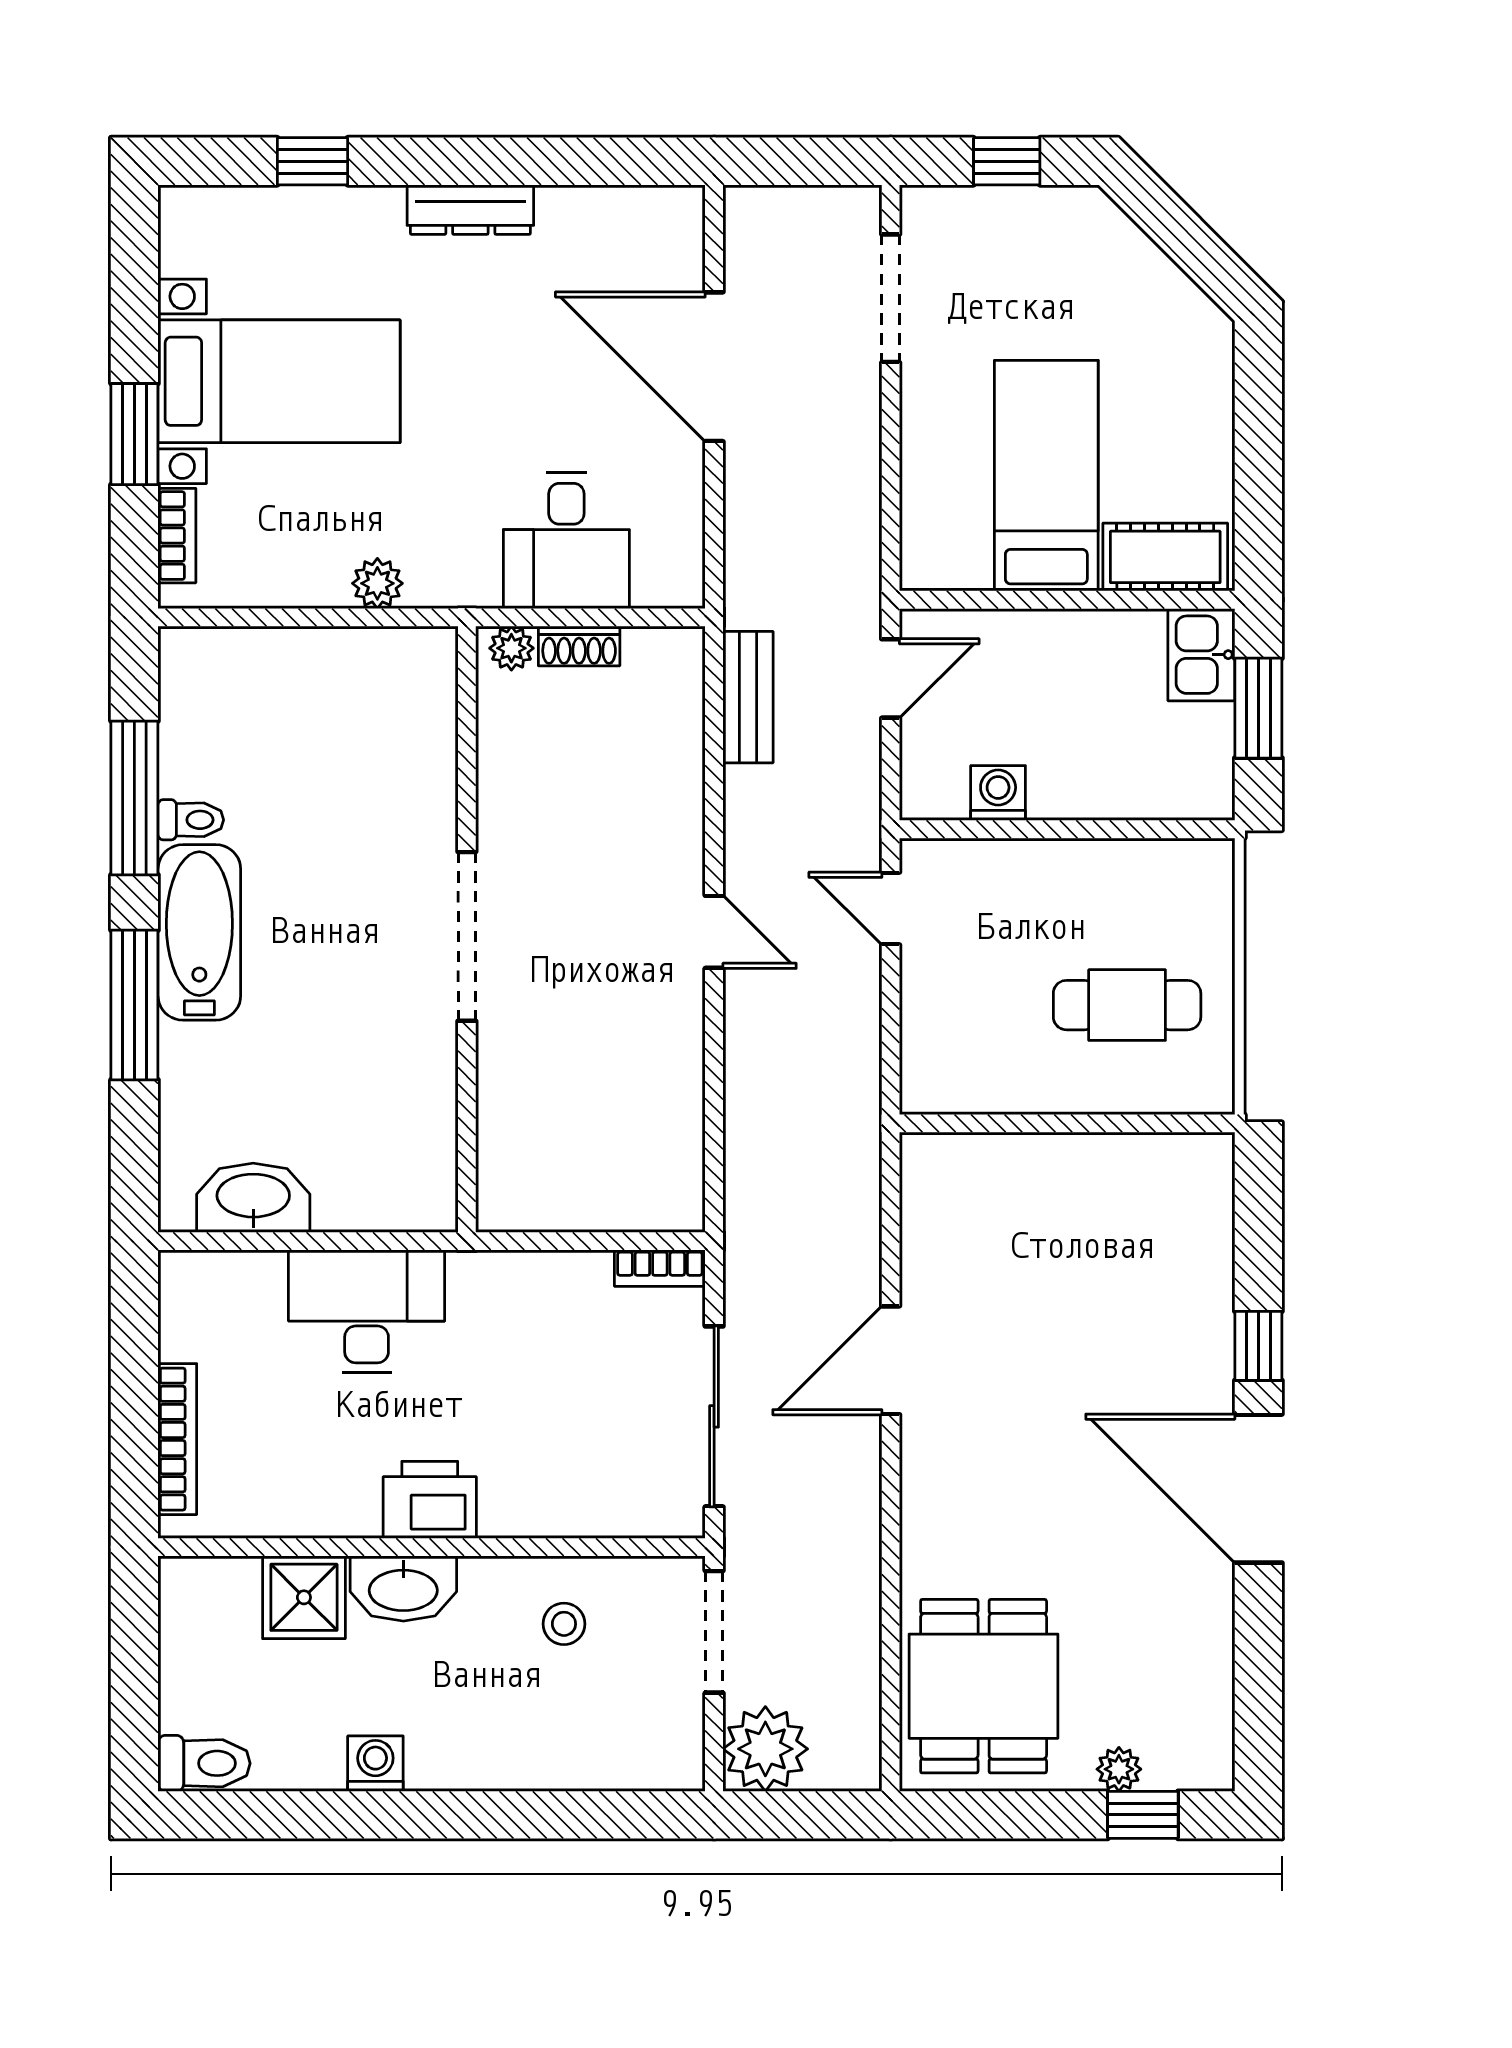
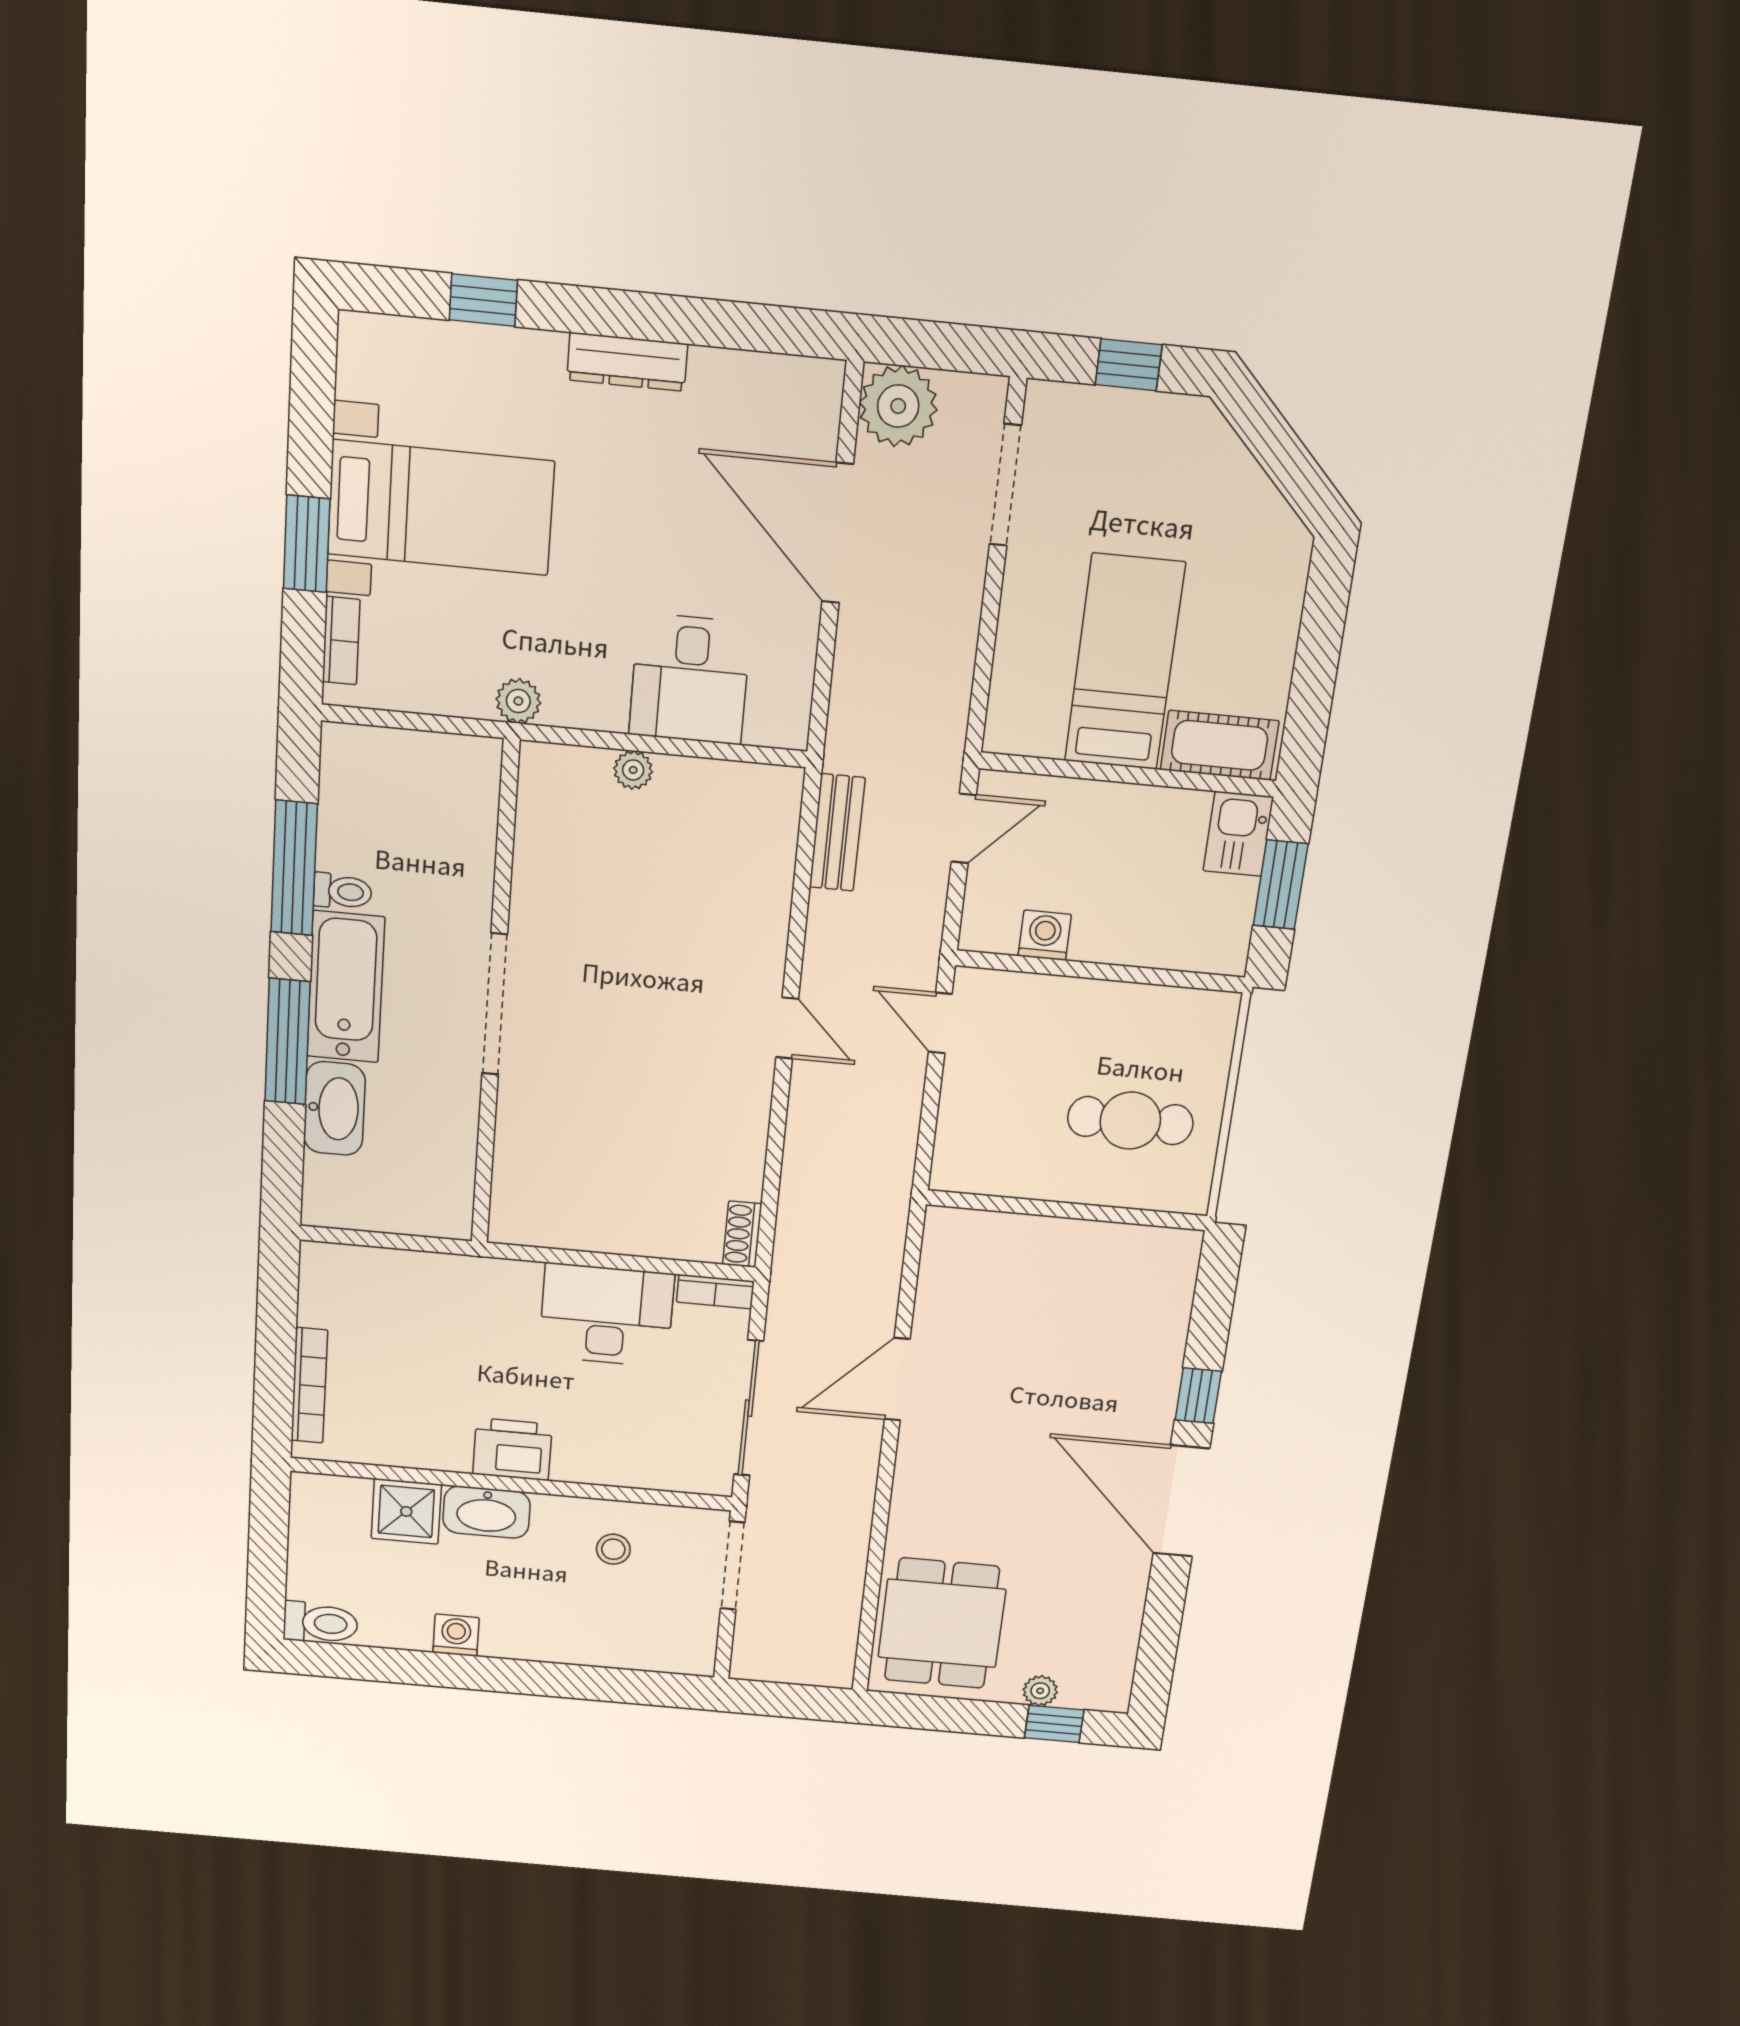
shoe rack: (579, 646) -> (742, 1234), moved, turned 90
wall: (467, 929) -> (495, 998), moved
doorway: (467, 936) -> (495, 1004), moved
washbasin: (253, 1198) -> (334, 1108), moved, turned 90
desk: (367, 1311) -> (606, 1315), moved
plant: (765, 1749) -> (898, 406), moved

